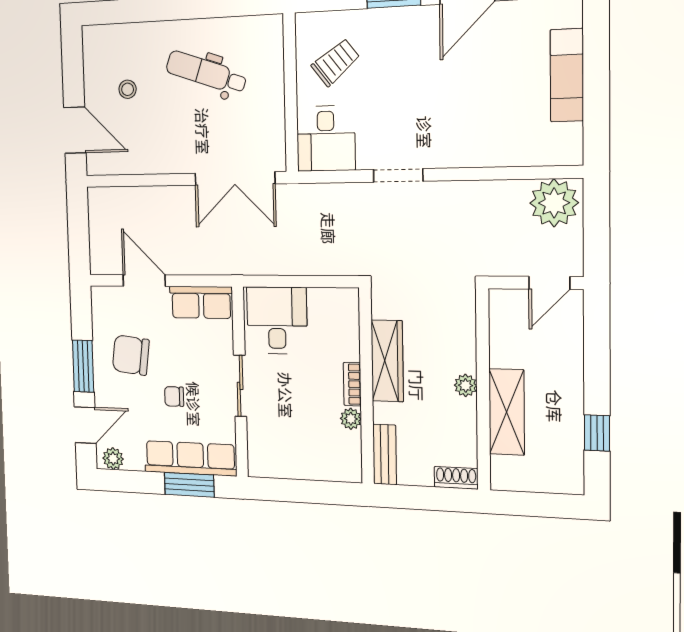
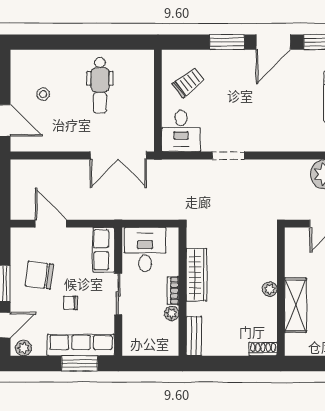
dental chair: (206, 73) -> (100, 85), turned -109
row of seats: (201, 302) -> (104, 250), moved, turned 90
wardrobe: (387, 361) -> (197, 275), moved
bookcase: (352, 384) -> (173, 291), moved
wall: (367, 386) -> (183, 292), moved
plant: (351, 419) -> (172, 313), moved
bench: (385, 455) -> (194, 336), moved

